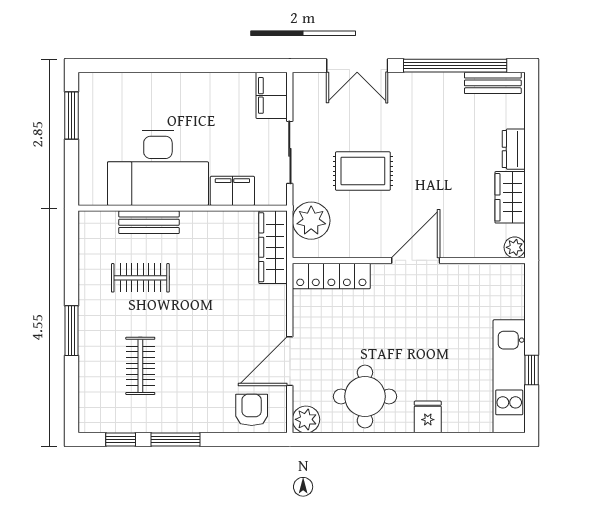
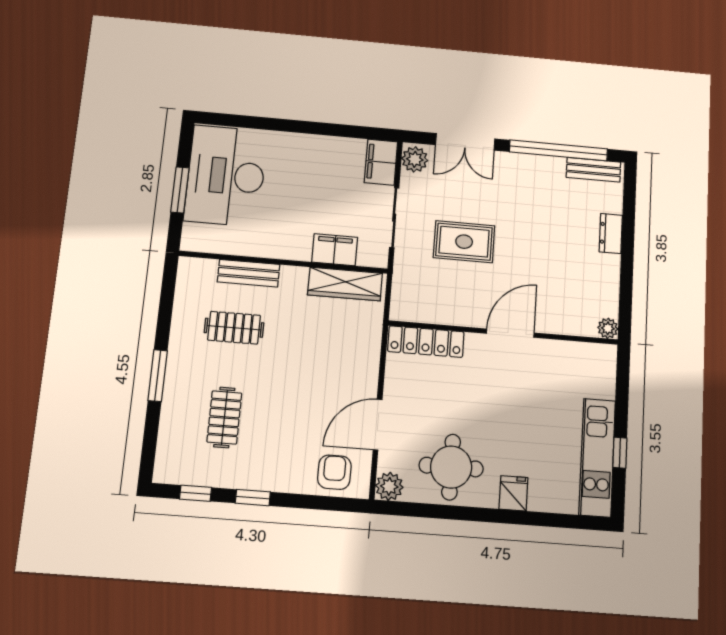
window: (72, 116) -> (180, 190), moved
desk: (158, 168) -> (226, 176), moved, turned 90
wardrobe: (510, 197) -> (605, 279), removed
plant: (311, 221) -> (415, 159), moved, width x0.73, depth x0.73
wardrobe: (273, 247) -> (345, 284), moved, turned -90
window: (176, 440) -> (253, 498), width x0.67

